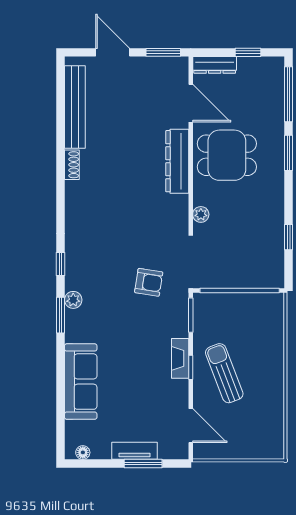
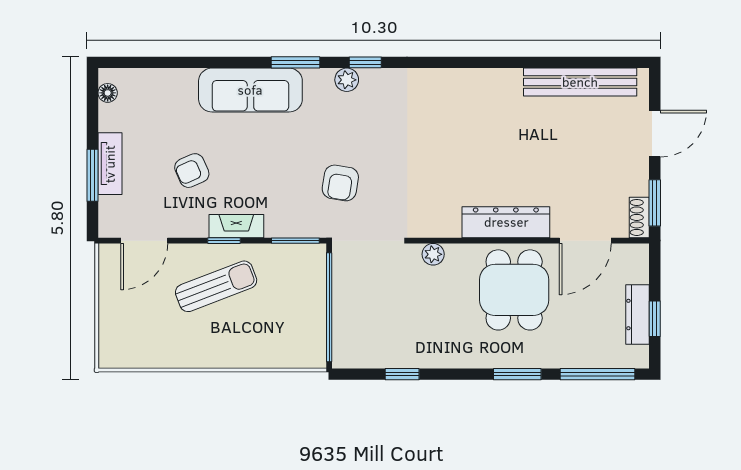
dresser: (215, 65) -> (638, 315), moved
shoe rack: (72, 165) -> (639, 217), moved, turned 90
plant: (73, 300) -> (347, 80), moved
sofa: (81, 382) -> (250, 90), moved
armchair: (140, 391) -> (192, 171), added

